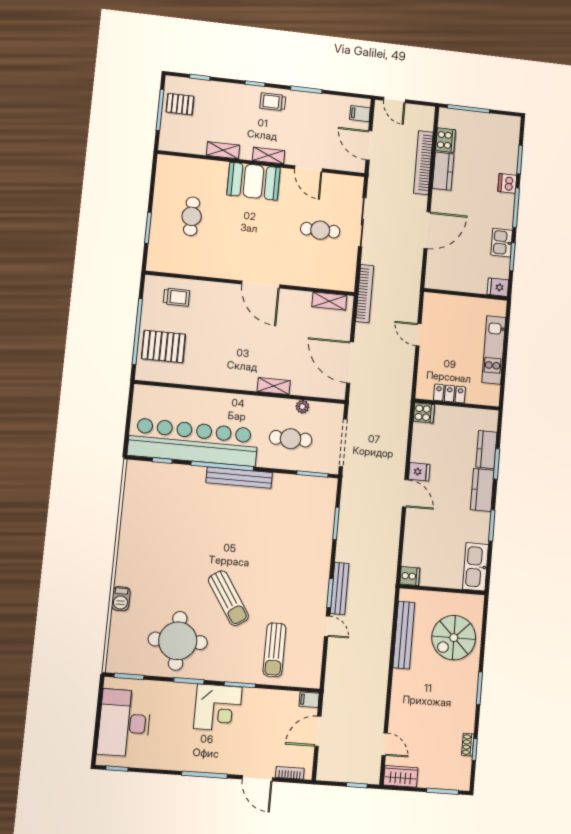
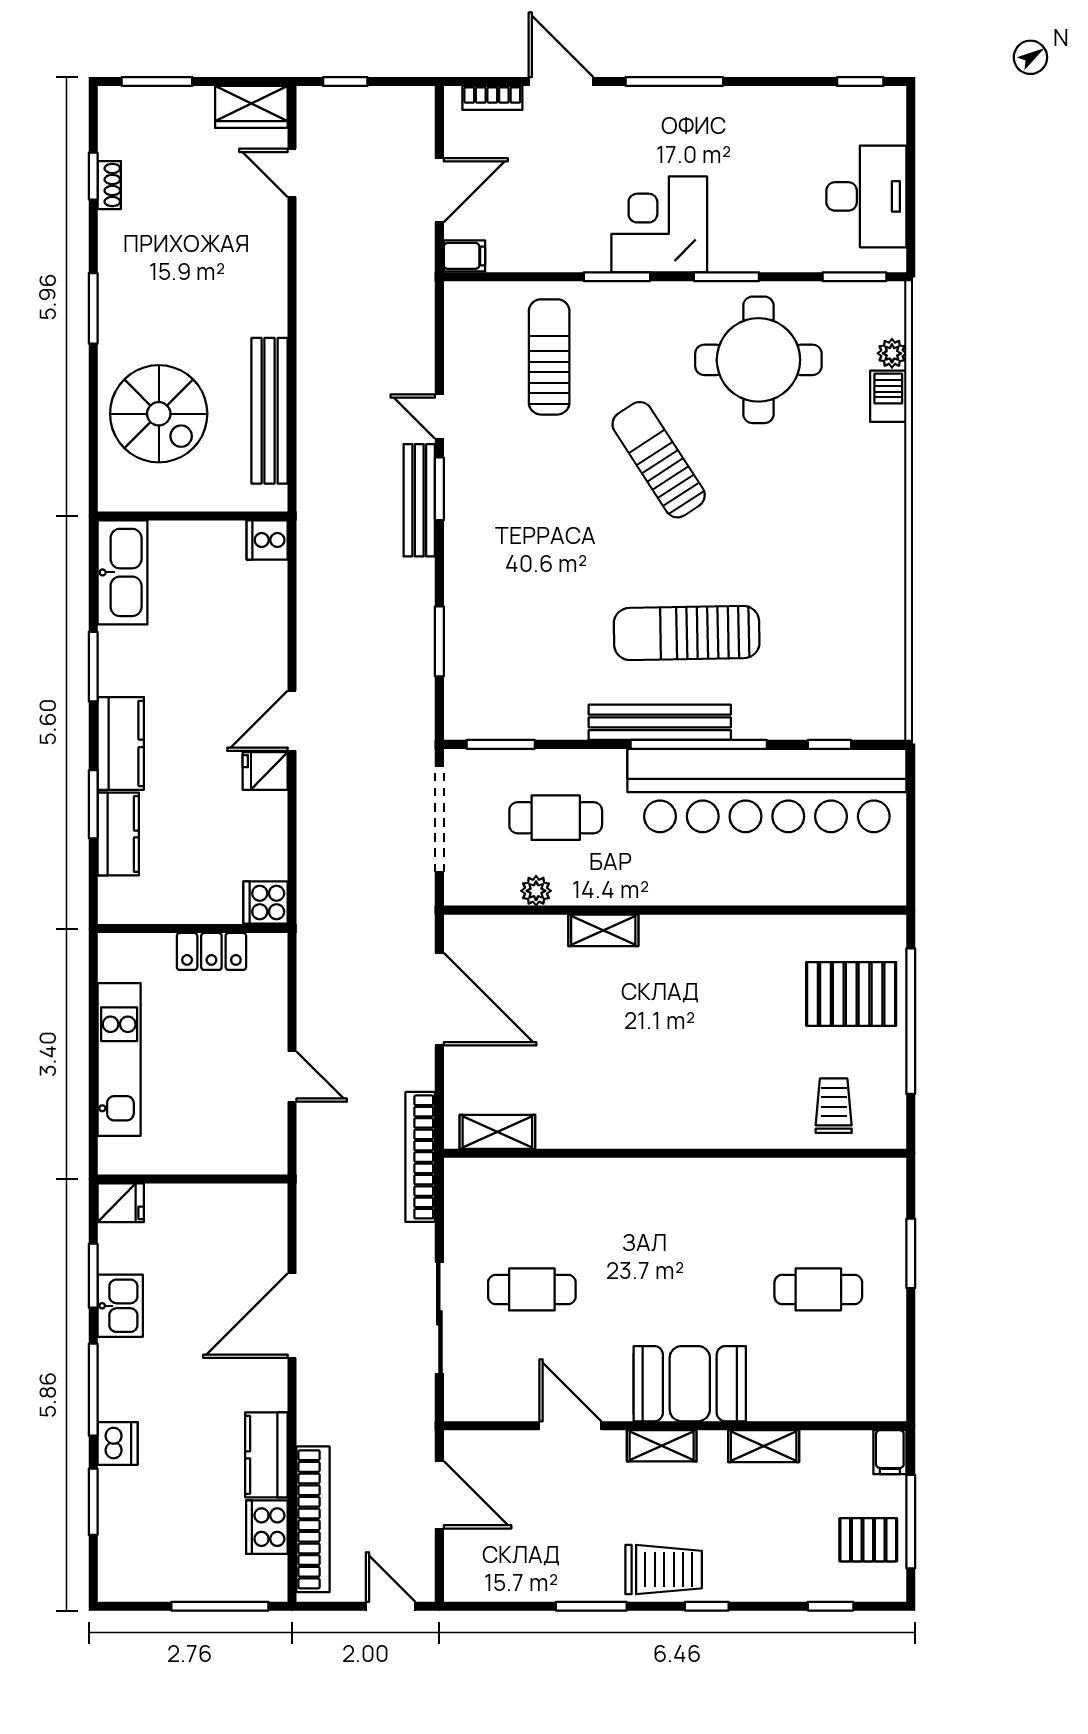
trolley: (273, 102) -> (664, 1570), width x1.36, depth x1.39
filing cabinet: (360, 114) -> (890, 1452), moved, turned 90
bookcase: (423, 163) -> (313, 1519), moved
cafe table: (192, 216) -> (818, 1289), turned 90
door: (261, 284) -> (652, 1153), removed
trolley: (177, 297) -> (834, 1106), turned 90
door: (405, 493) -> (292, 721), hinge flipped
sun lounger: (223, 517) -> (687, 633), added
barbecue: (121, 599) -> (888, 396), moved
spiral stairs: (454, 638) -> (159, 414), turned 90
plant: (115, 639) -> (892, 353), added
desk: (124, 723) -> (866, 196), width x0.73, depth x0.77

